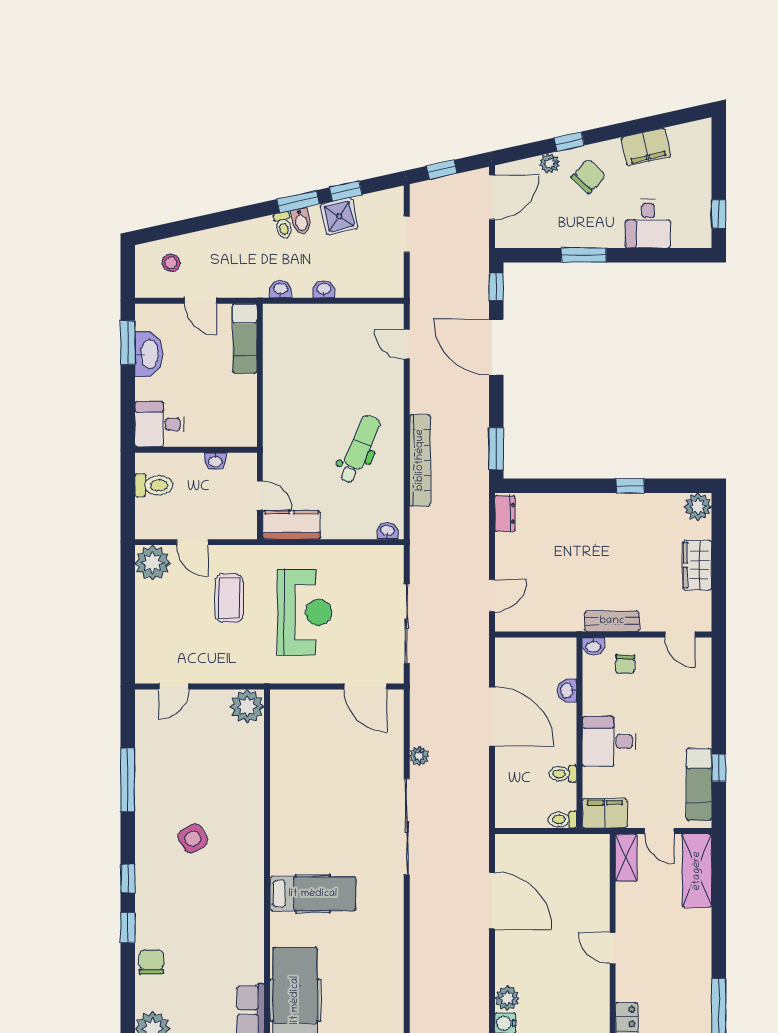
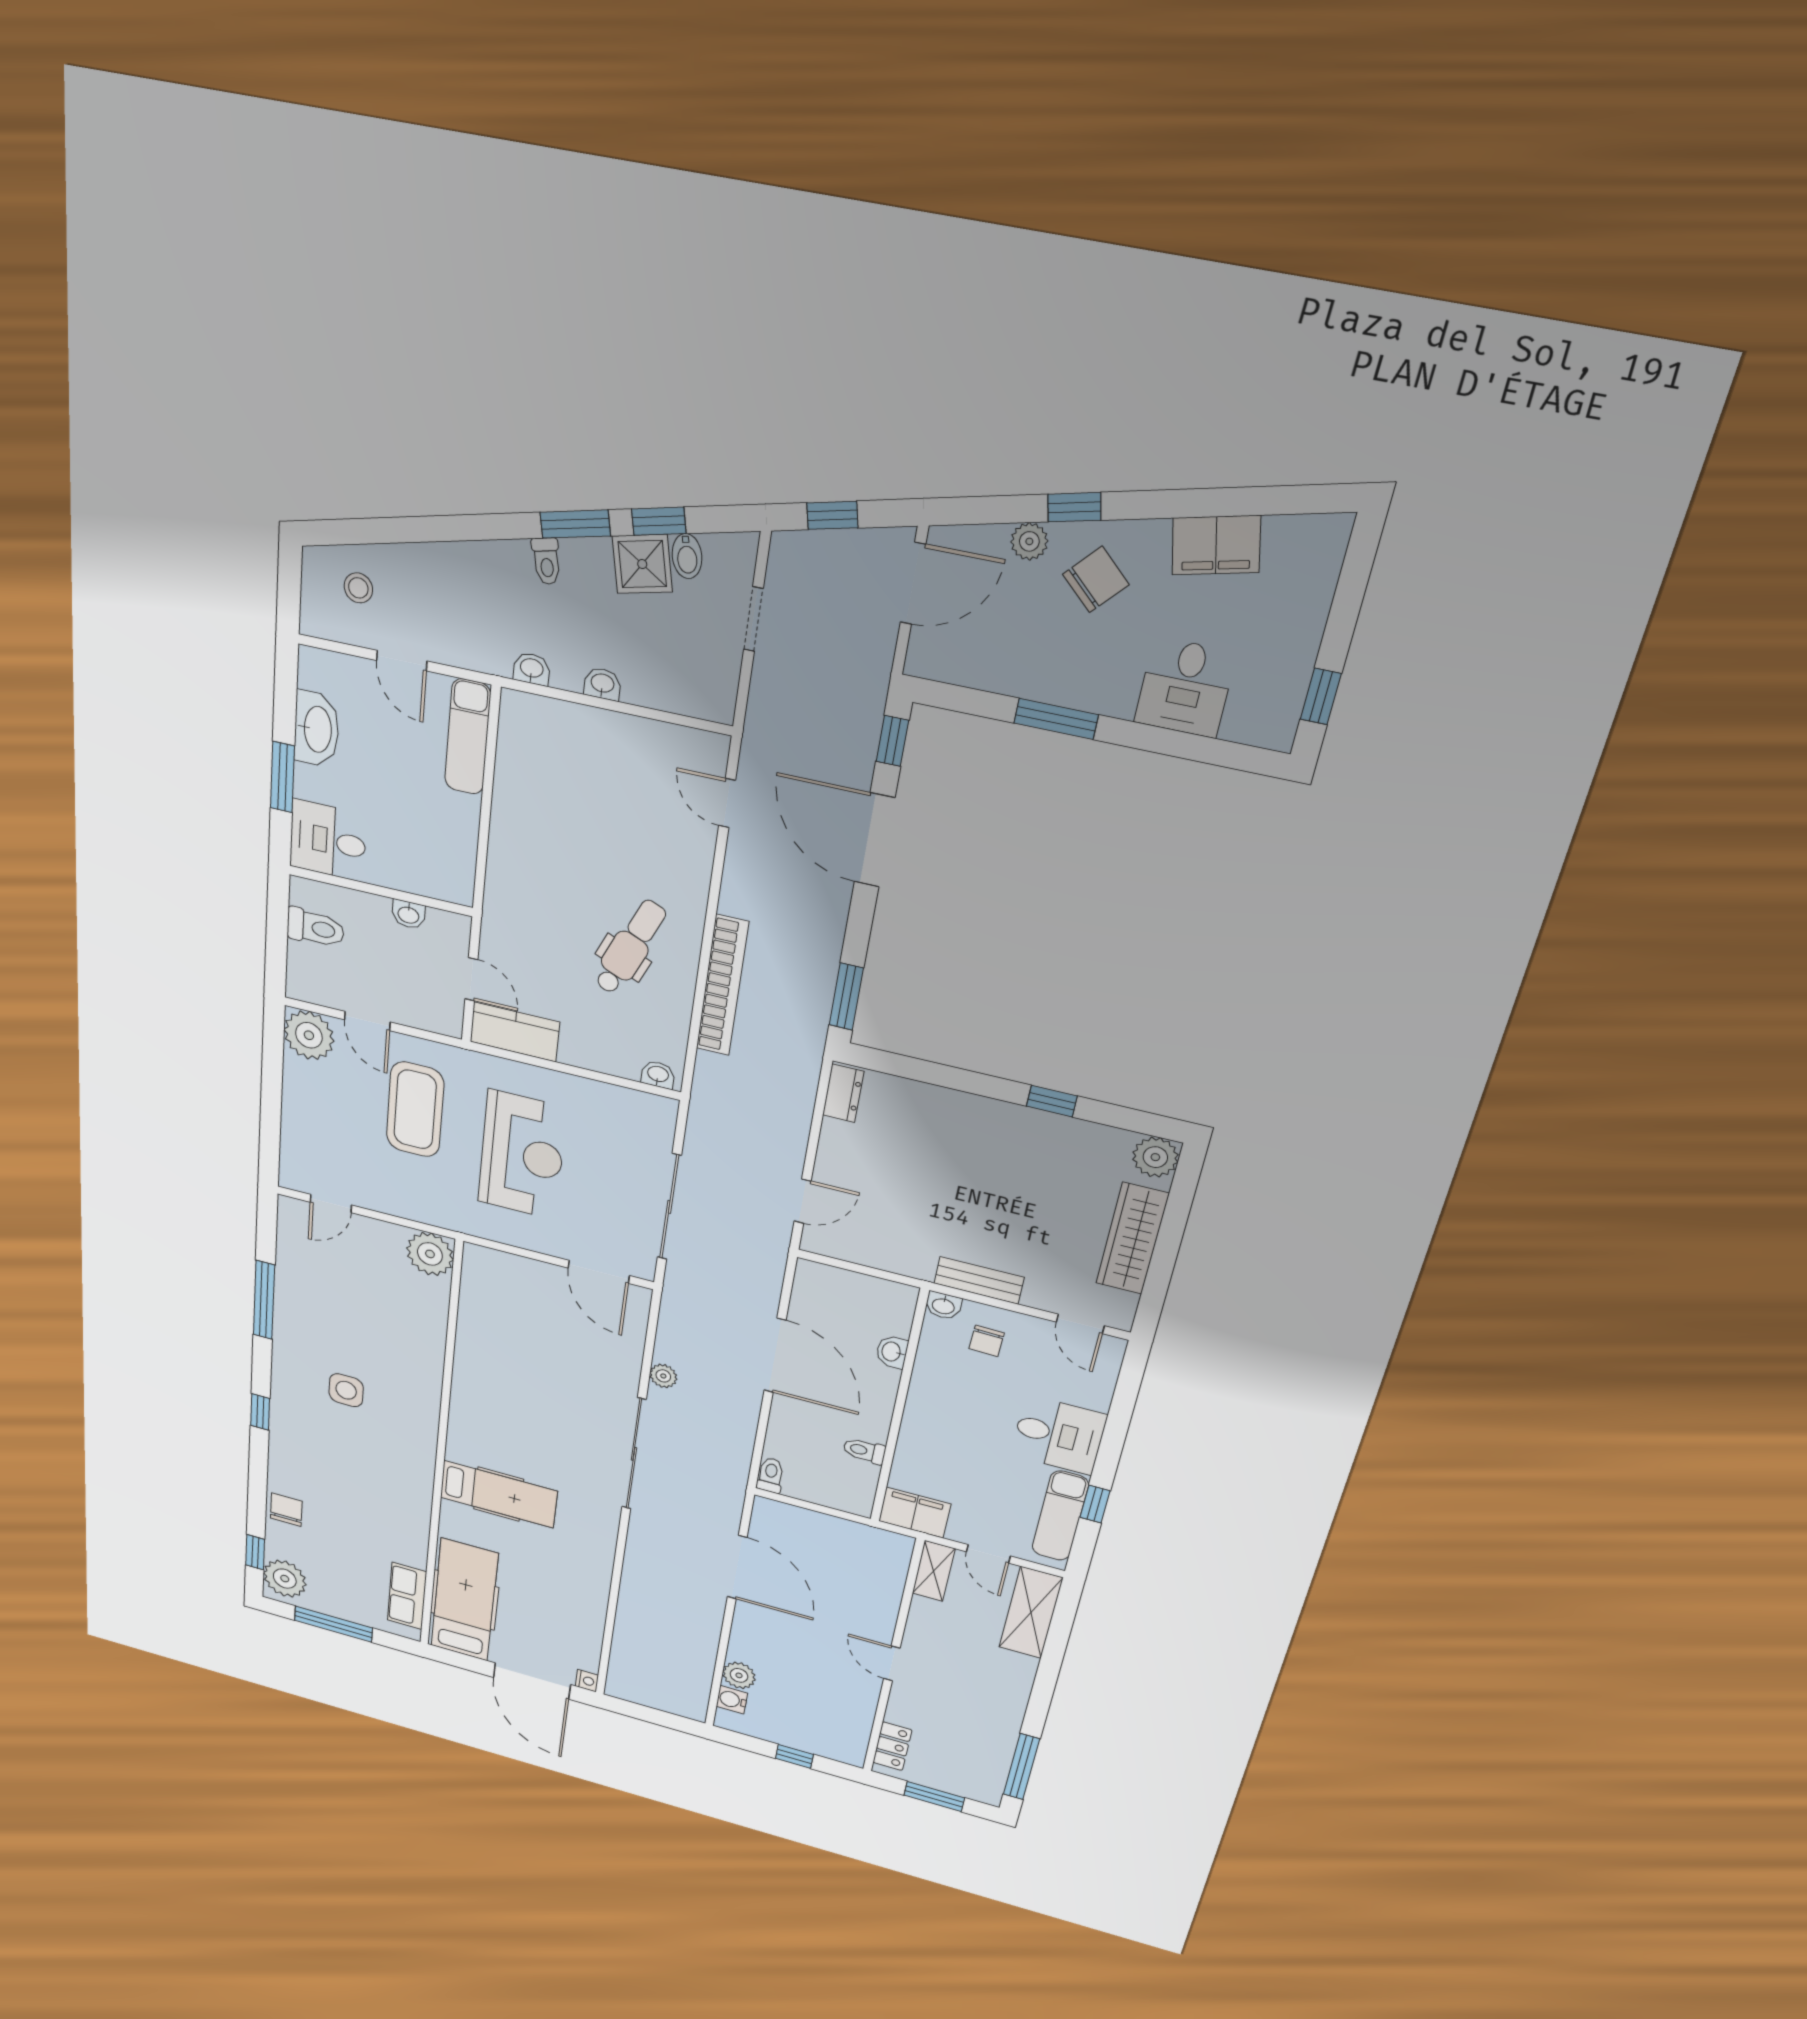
bidet: (301, 221) -> (687, 556), moved
window: (128, 343) -> (282, 777), moved
wardrobe: (697, 565) -> (1132, 1239), width x1.50
coffee table: (229, 598) -> (415, 1109), width x1.36, depth x1.32
desk: (609, 742) -> (1059, 1435), moved, turned 180
toilet: (563, 819) -> (771, 1475), moved, turned 90
side table: (193, 838) -> (346, 1390), turned 30
window: (128, 928) -> (255, 1552), moved

